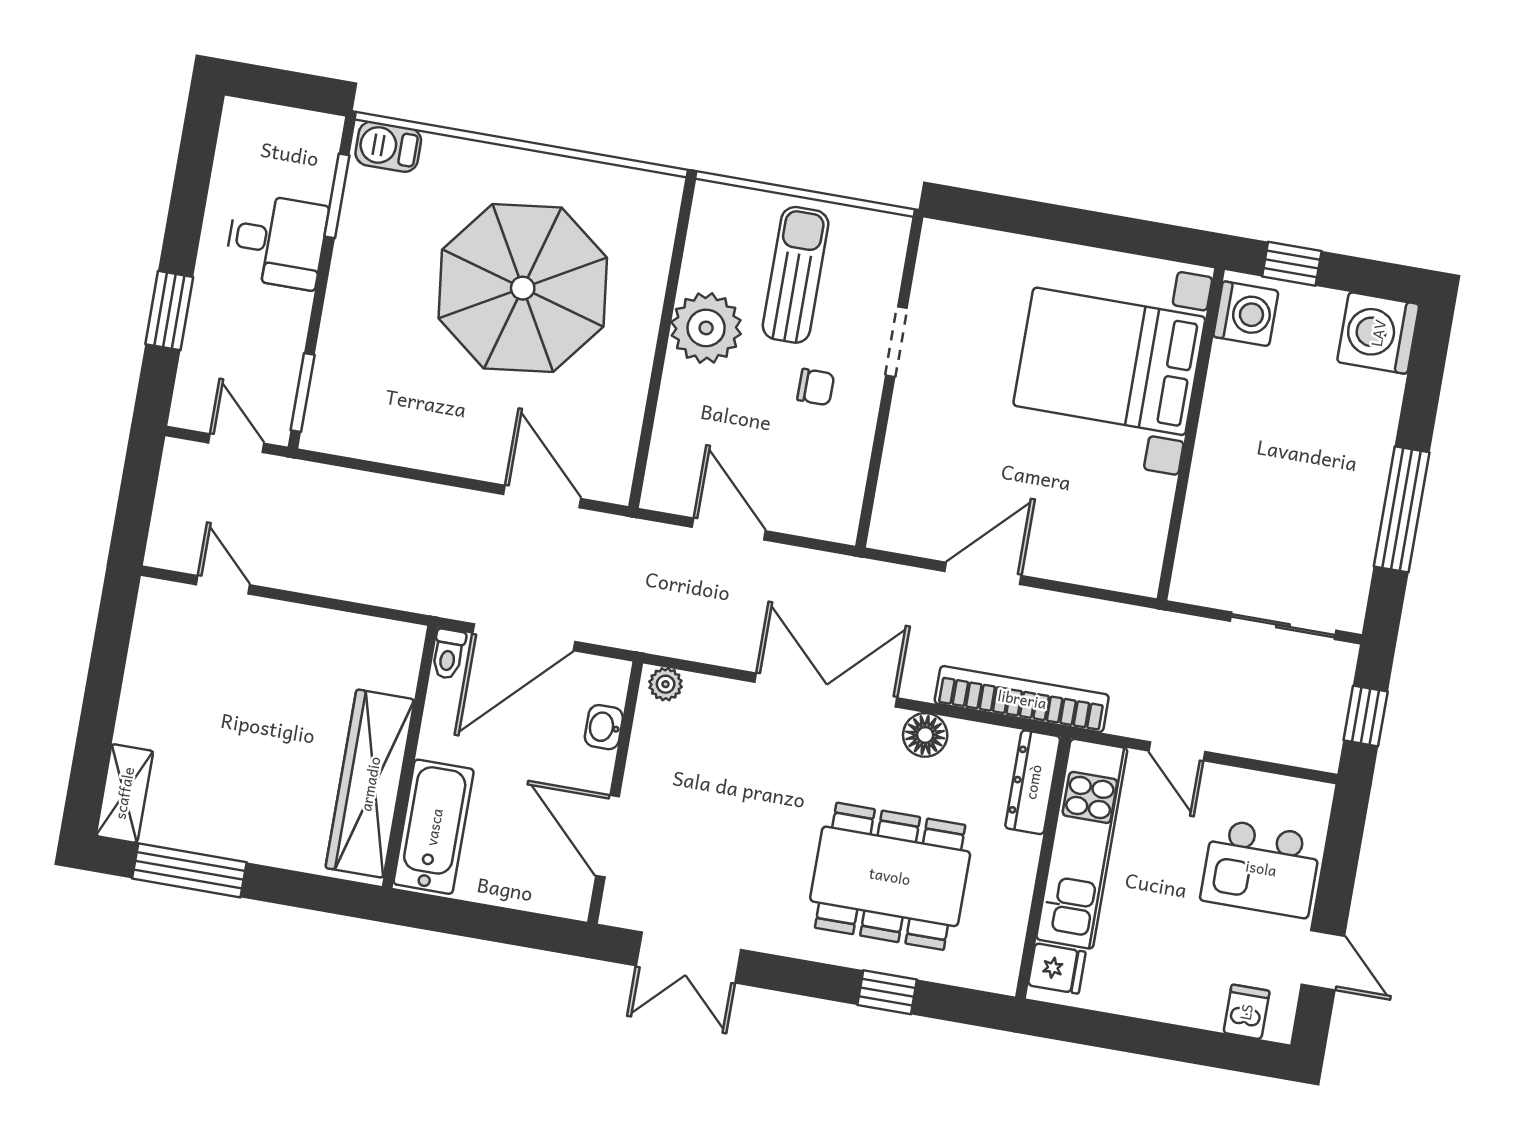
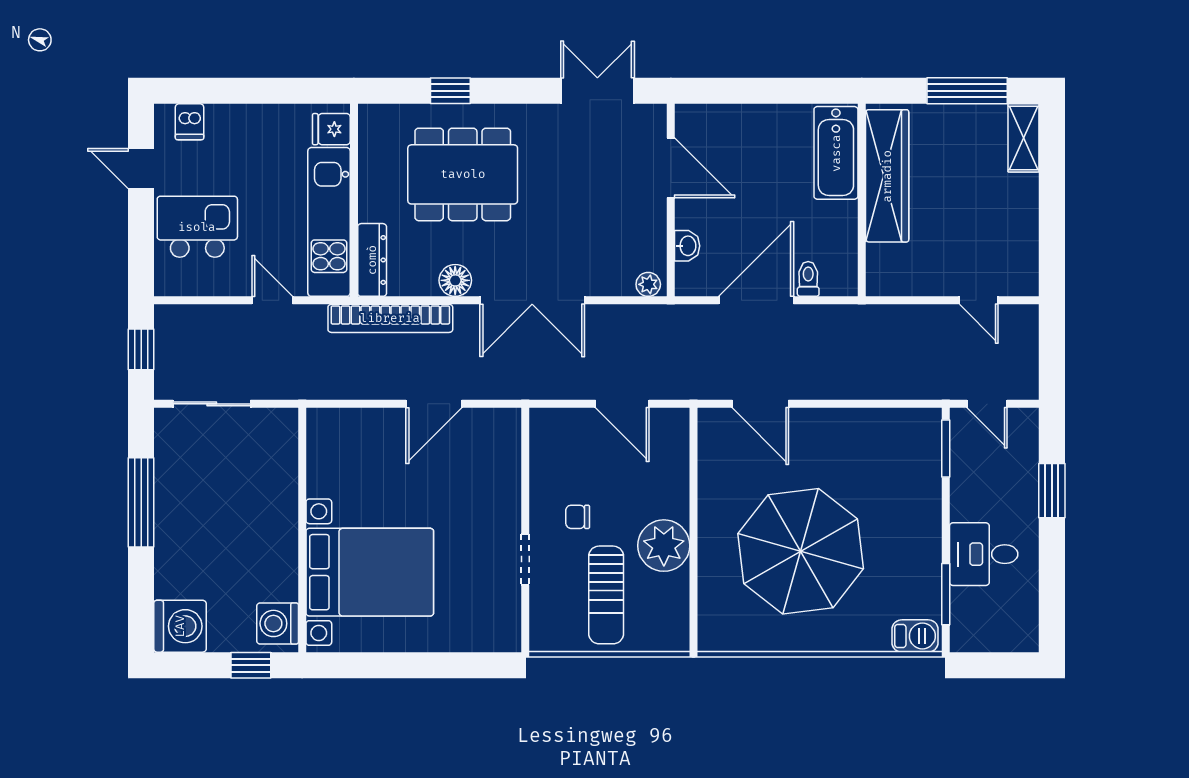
wall: (410, 757) -> (862, 200), moved
wardrobe: (370, 784) -> (887, 176), moved
bathtub: (434, 827) -> (836, 153), moved

